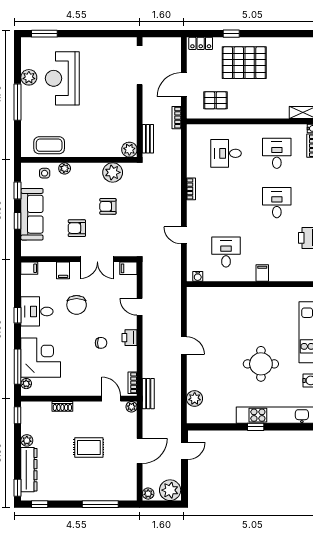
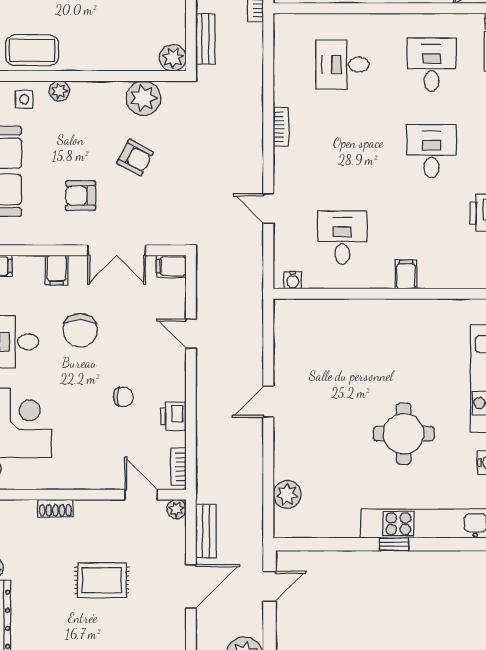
armchair: (108, 206) -> (135, 158), turned -152
printer: (130, 338) -> (173, 416), moved
door: (184, 346) -> (268, 402), swing flipped
bench: (148, 394) -> (206, 531), moved

